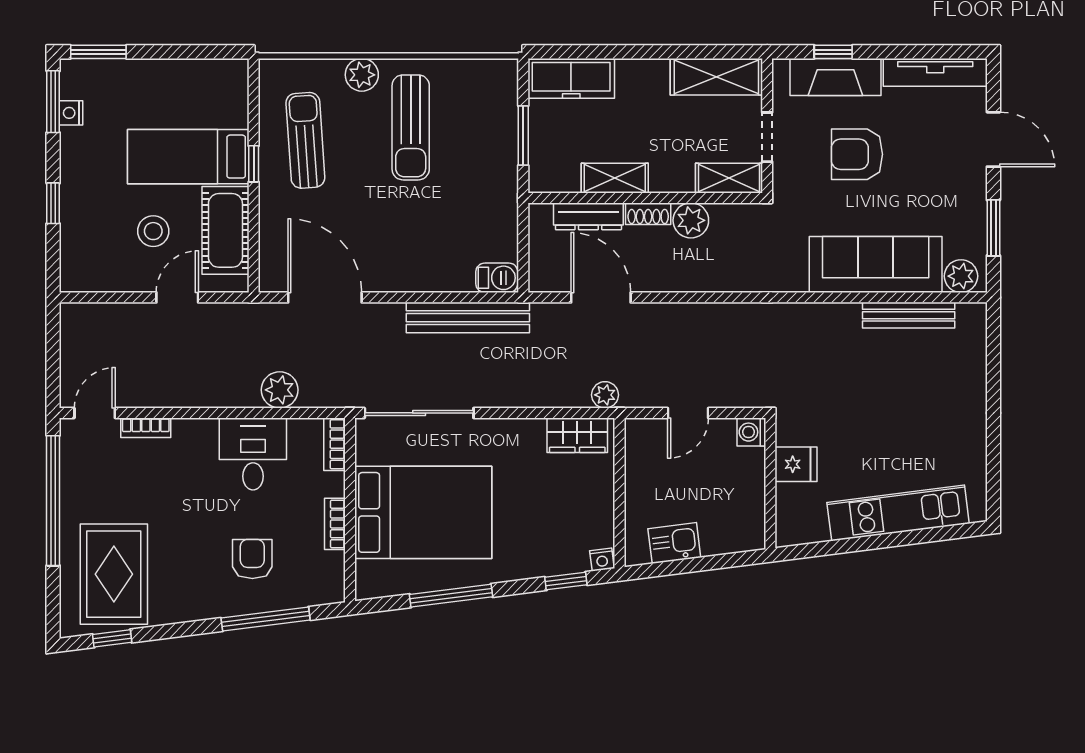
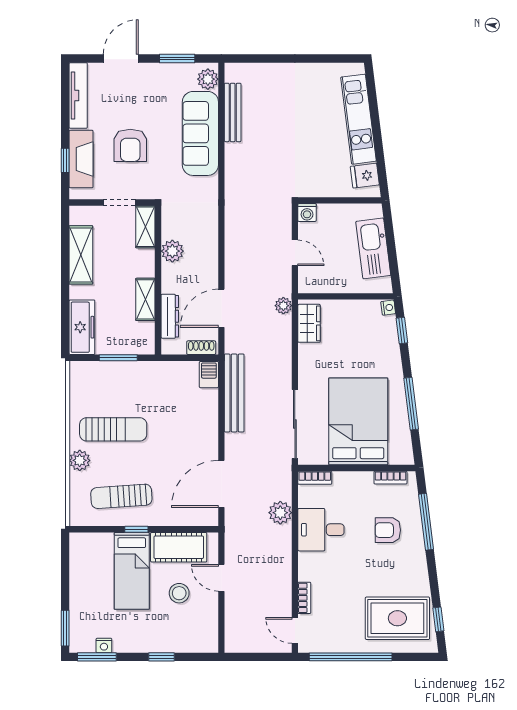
shelving: (716, 77) -> (81, 255), moved
shoe rack: (648, 214) -> (201, 348), moved, turned -90
fridge: (796, 464) -> (365, 176), moved, turned -97
bookcase: (335, 524) -> (390, 478), moved
kitchen sink: (674, 543) -> (373, 248), width x1.87, depth x1.24

